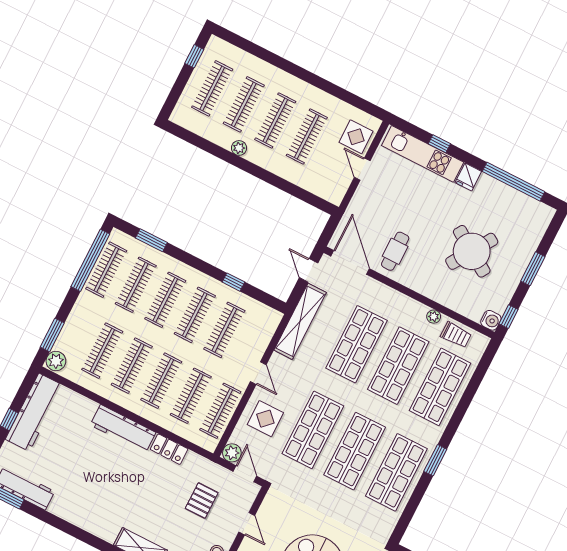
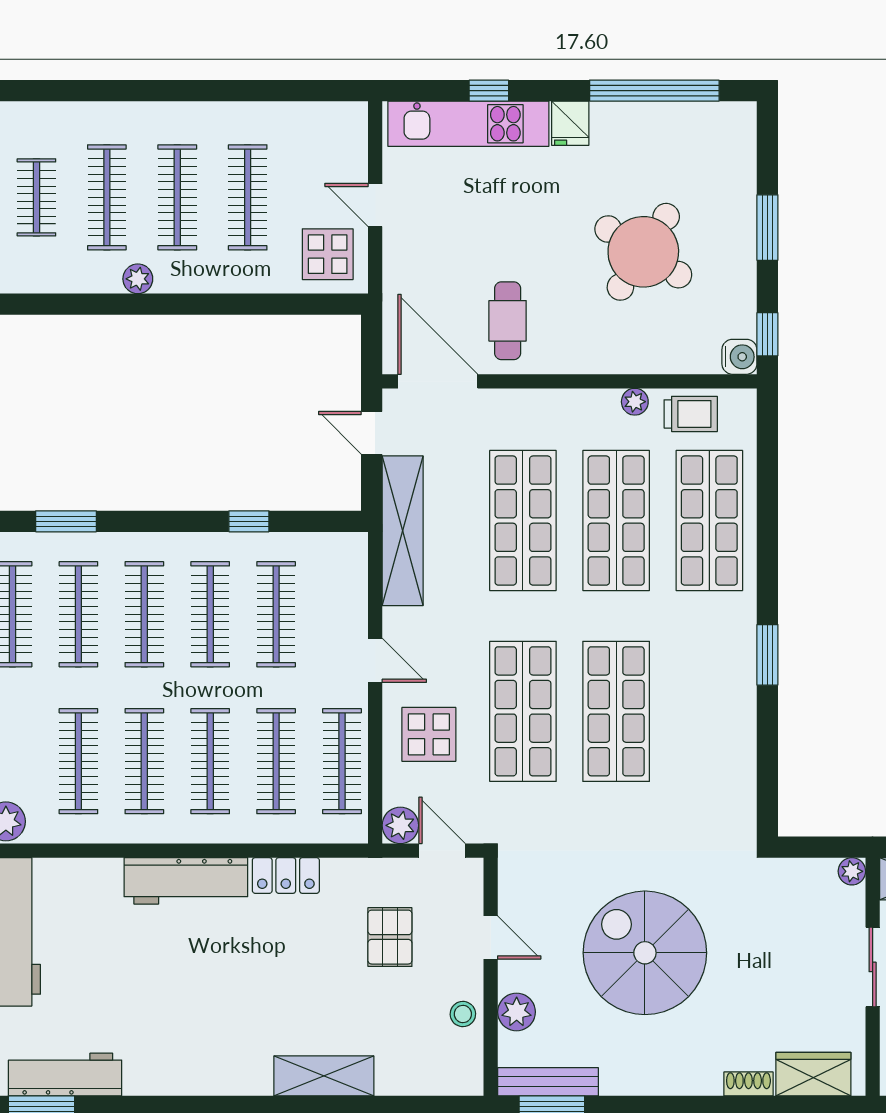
clothes rail: (212, 88) -> (36, 197), width x0.73
display table: (356, 137) -> (328, 254), moved
shop shelf: (396, 472) -> (709, 711), removed

